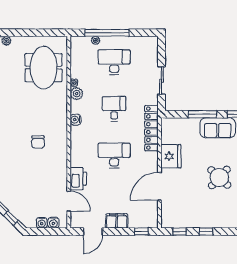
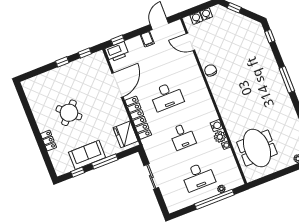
water cooler: (76, 120) -> (217, 126), moved
locker: (151, 128) -> (138, 118), moved
chair: (38, 142) -> (211, 70), moved
fridge: (171, 156) -> (126, 134), moved
printer: (78, 179) -> (117, 52), moved, turned -90
filing cabinet: (117, 221) -> (147, 39), width x0.50

